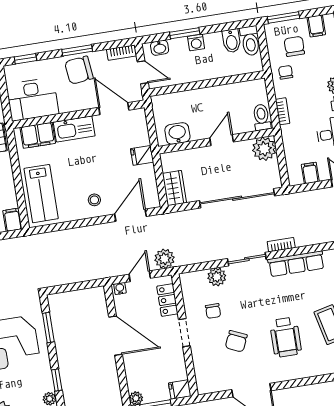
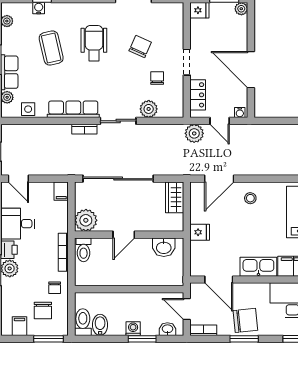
bookcase: (283, 111) -> (63, 252), width x1.56
filing cabinet: (310, 173) -> (61, 191), moved
door: (140, 276) -> (220, 121), hinge flipped

